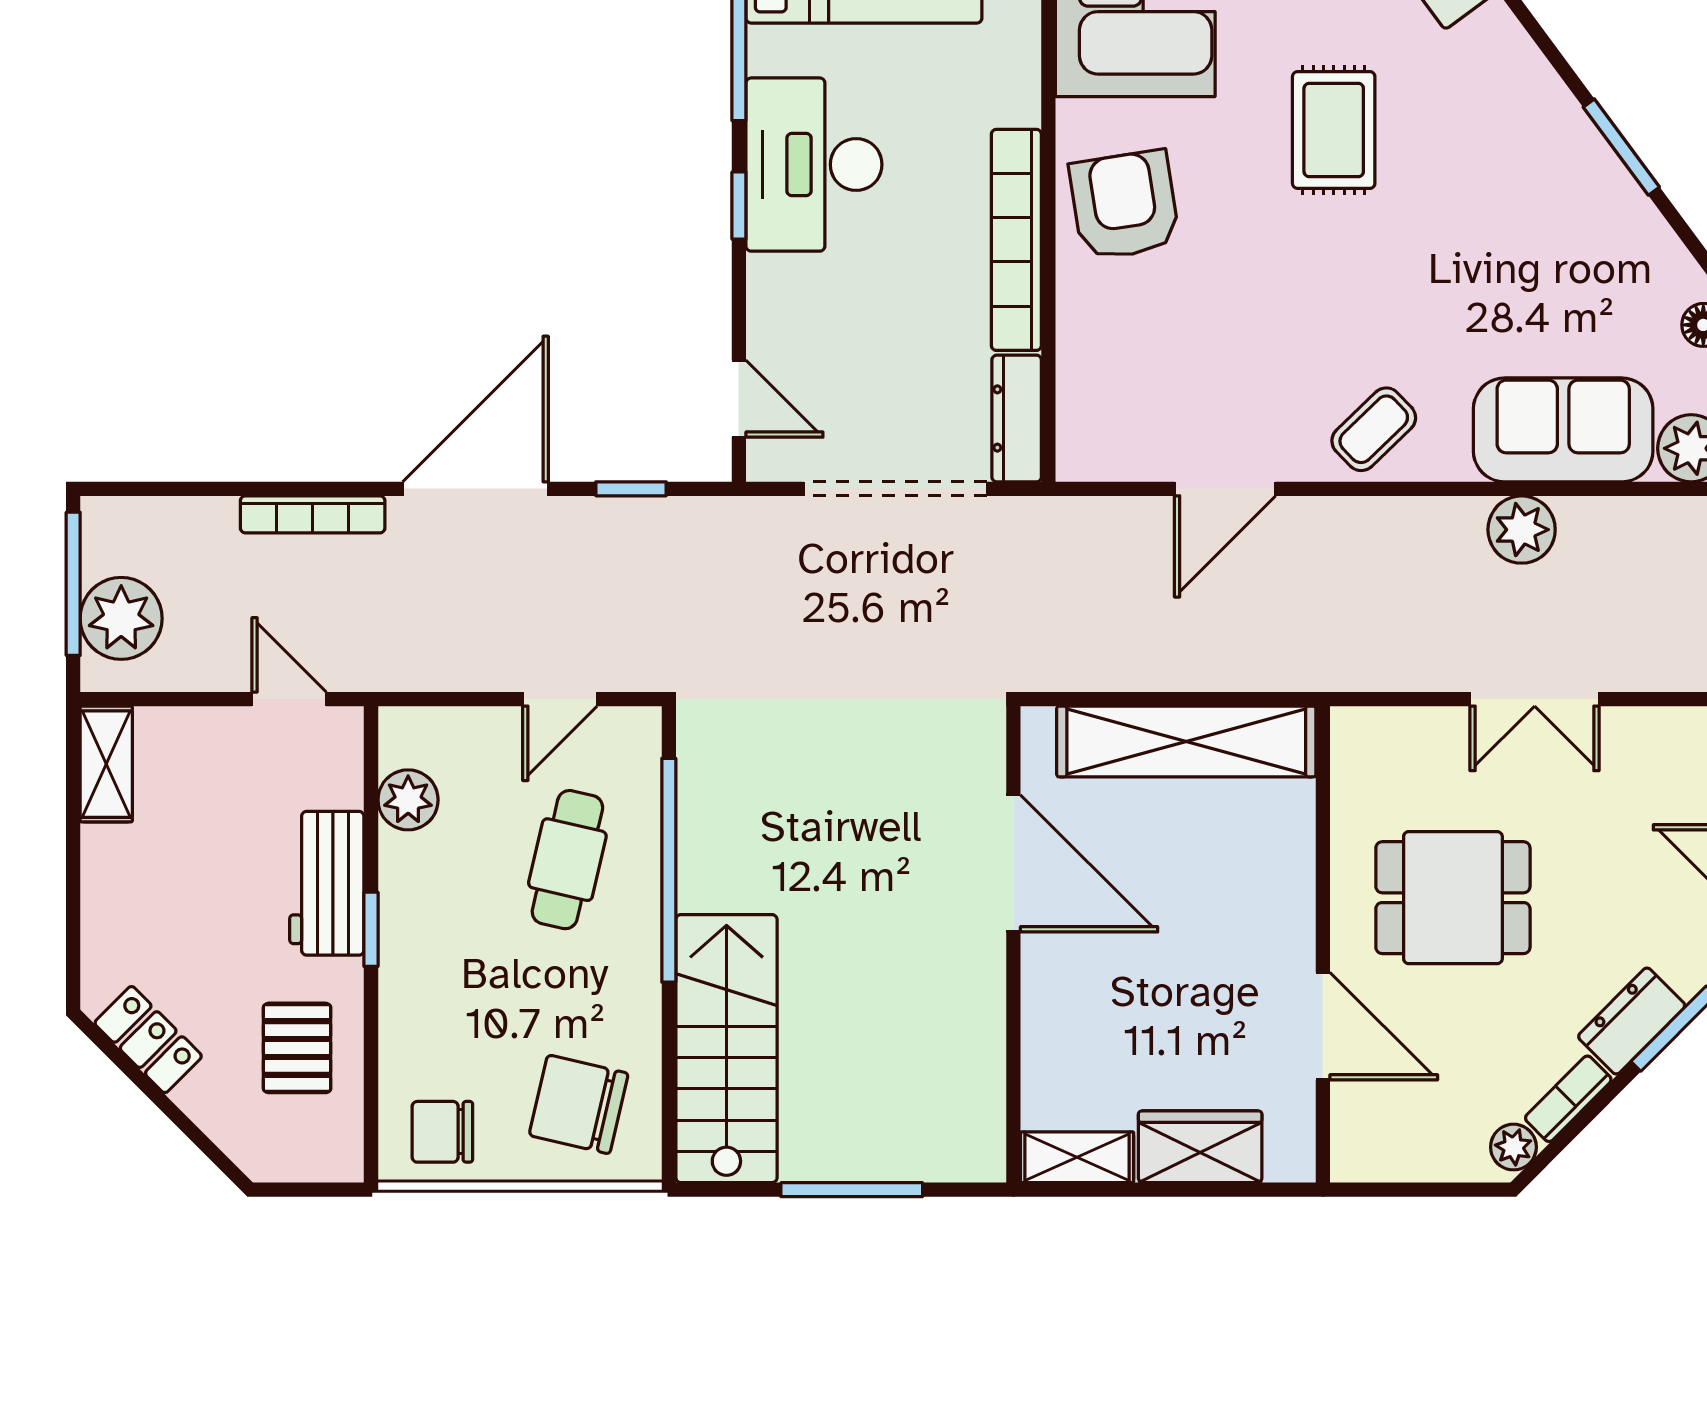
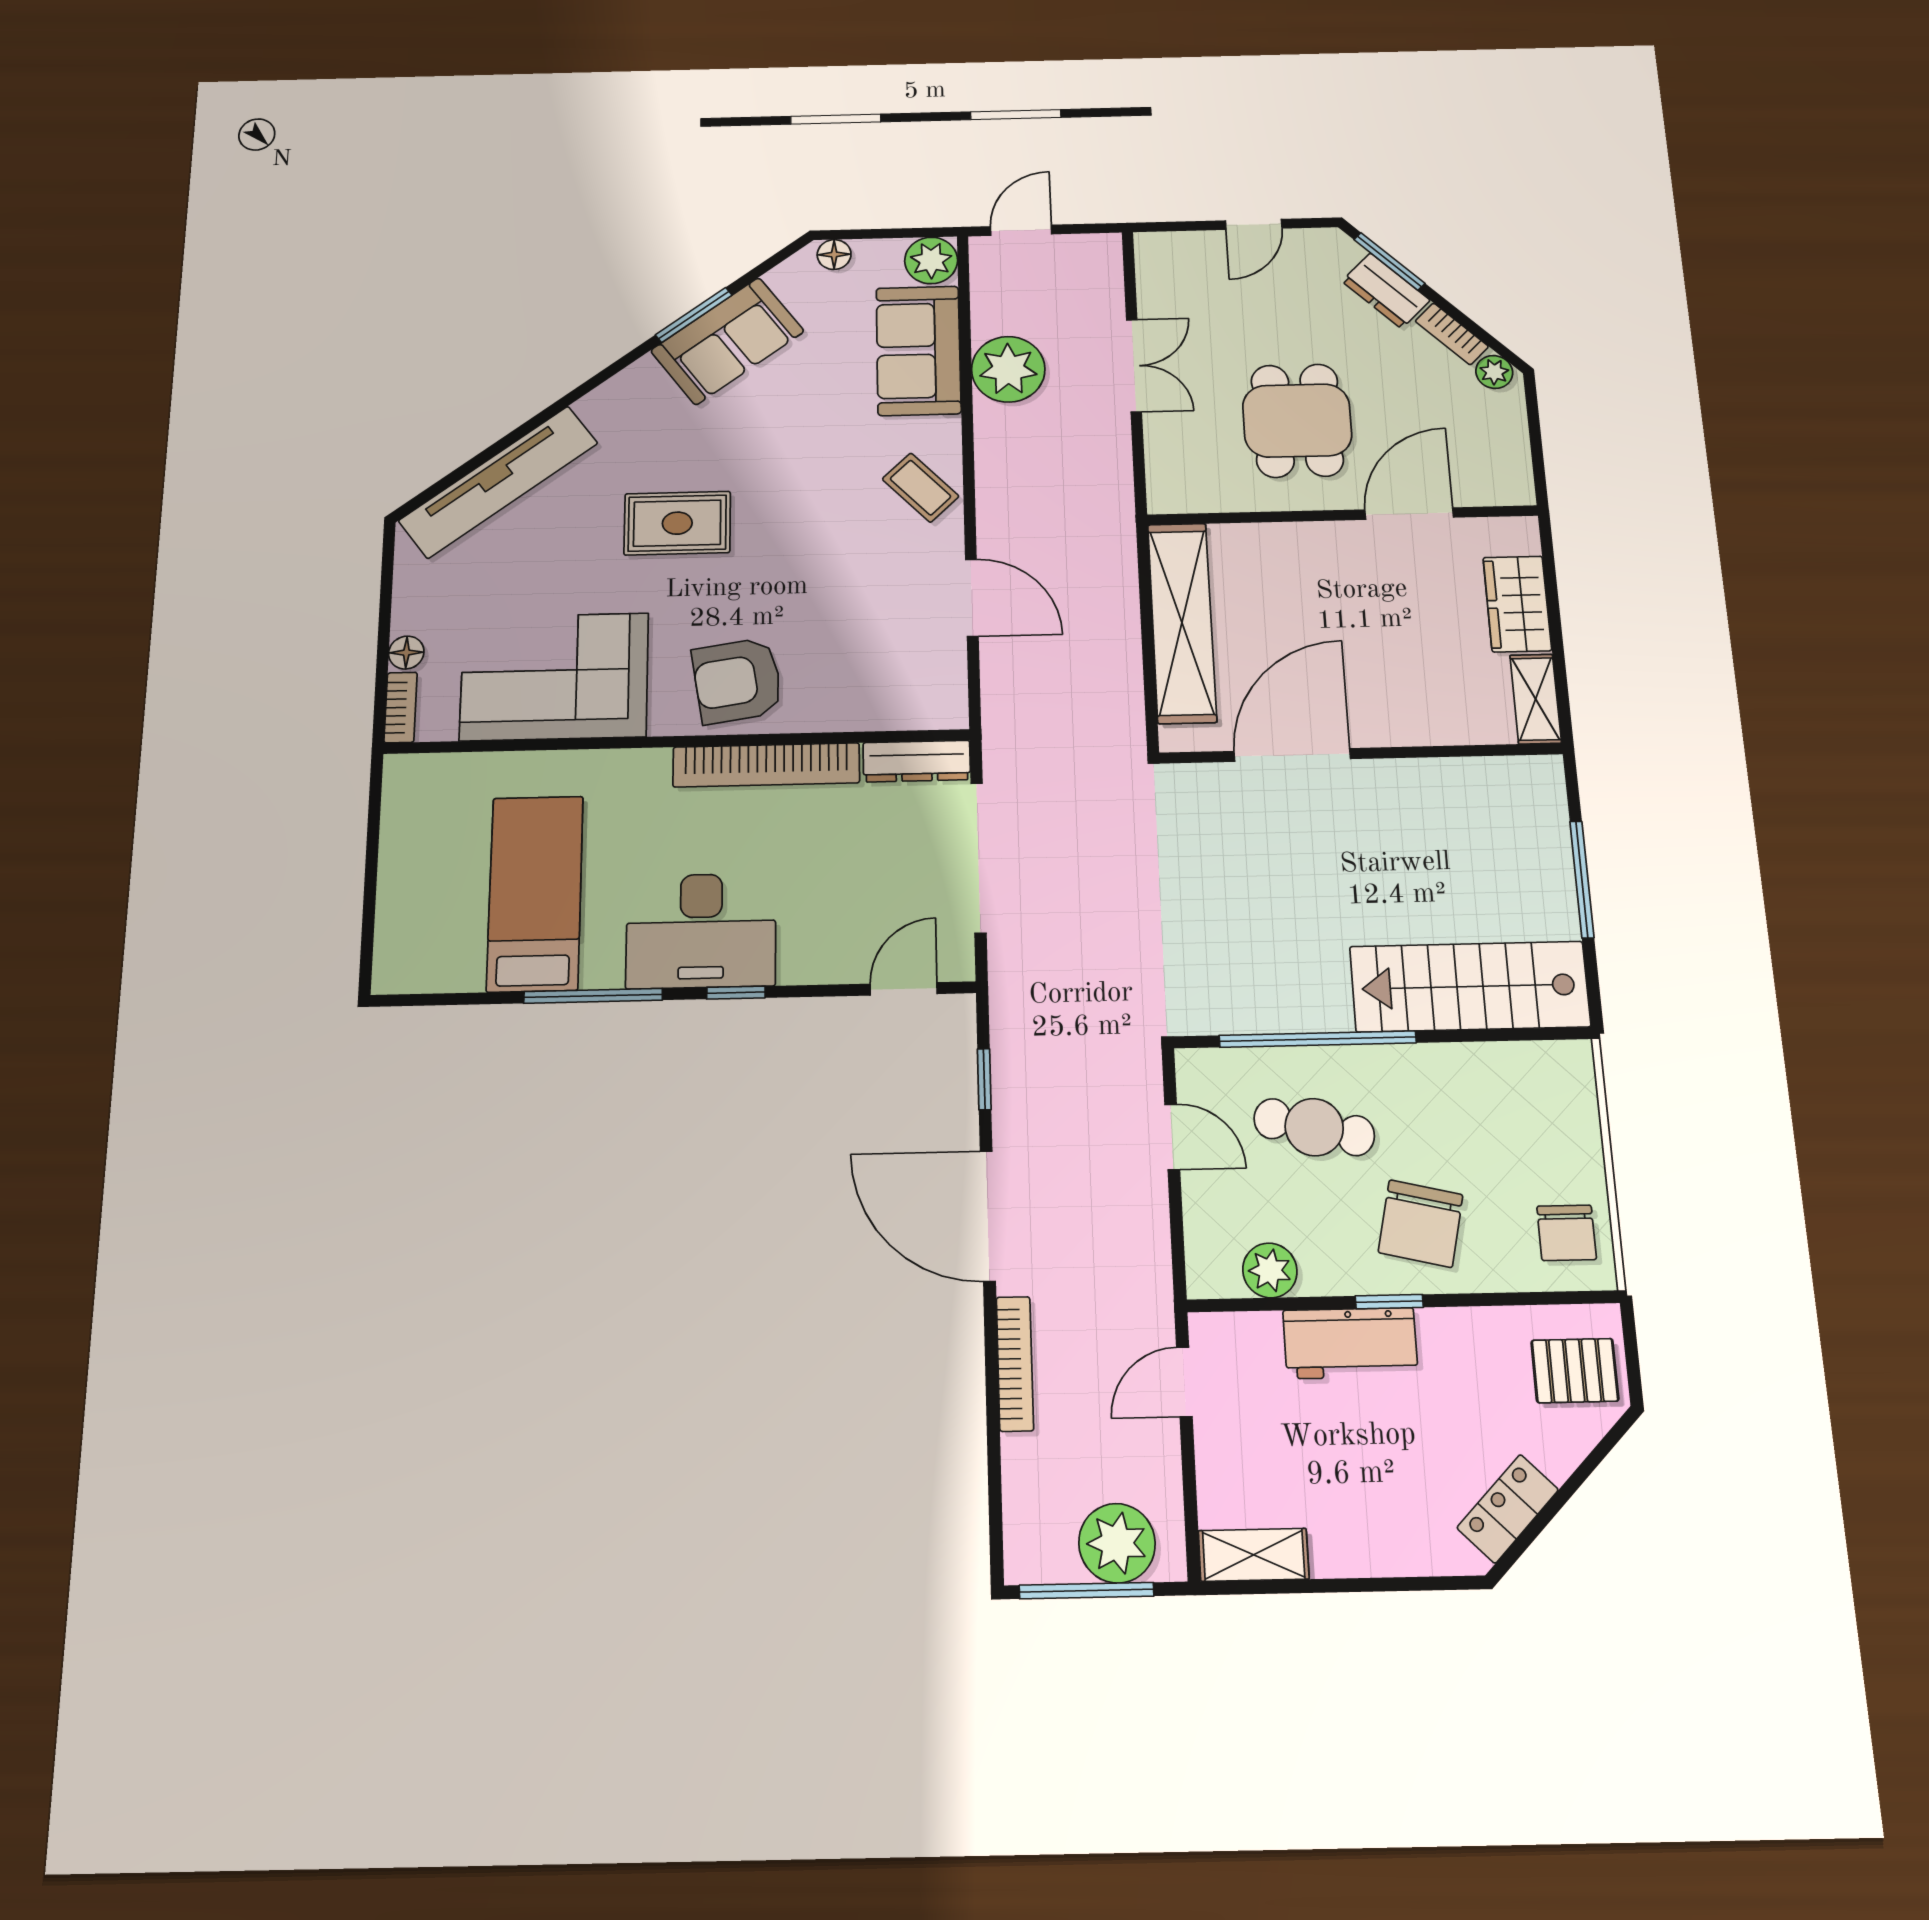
sofa: (1583, 190) -> (727, 341), added
plant: (1522, 530) -> (1008, 369), width x1.36, depth x1.36
pallet: (297, 1048) -> (1575, 1371), moved
chair: (579, 1104) -> (1421, 1224), moved

